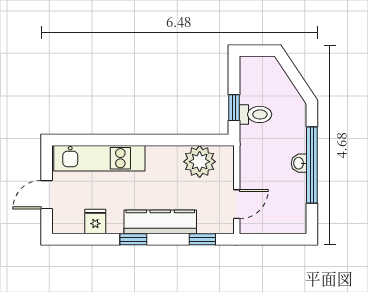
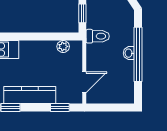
toilet: (255, 114) -> (98, 36), moved
plant: (200, 162) -> (63, 46), width x0.53, depth x0.53

